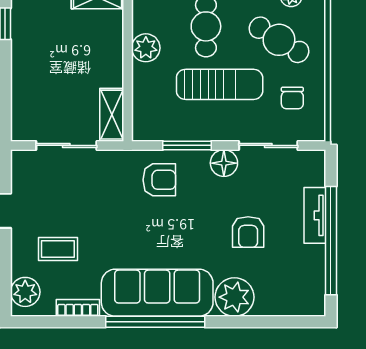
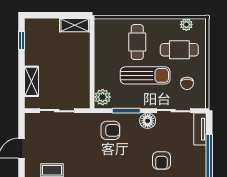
cafe table: (279, 40) -> (179, 50), turned -32
plant: (146, 48) -> (103, 97), moved
shelving: (112, 115) -> (31, 81), moved
tv unit: (315, 215) -> (200, 129), moved

